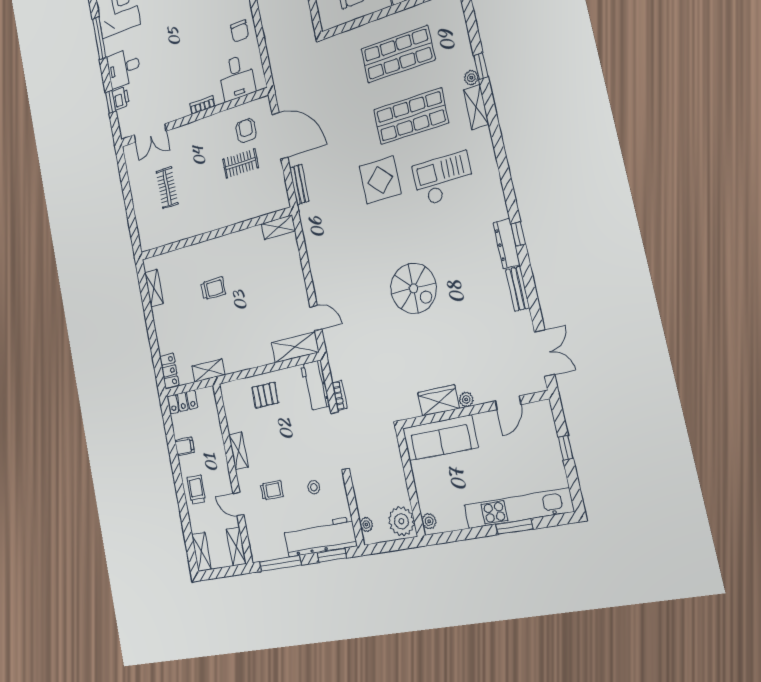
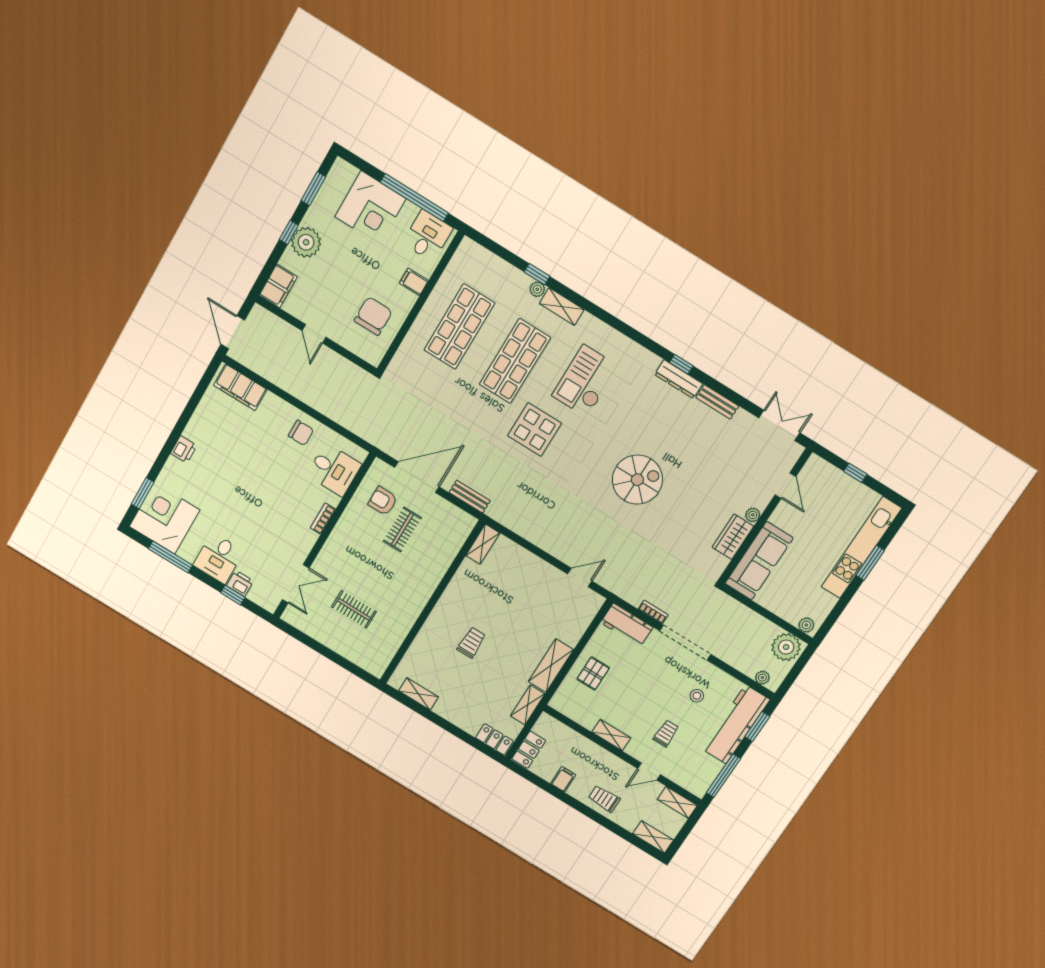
shelving: (295, 347) -> (551, 666), moved

